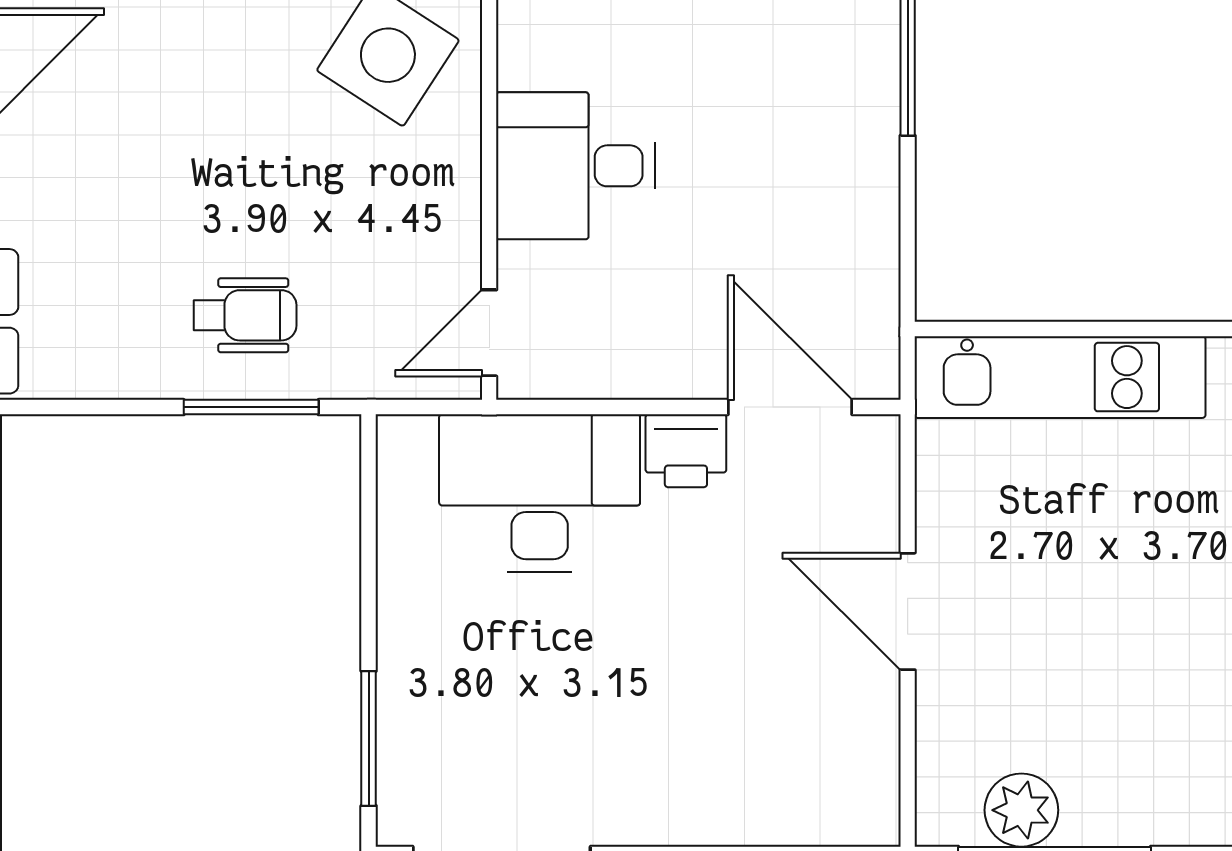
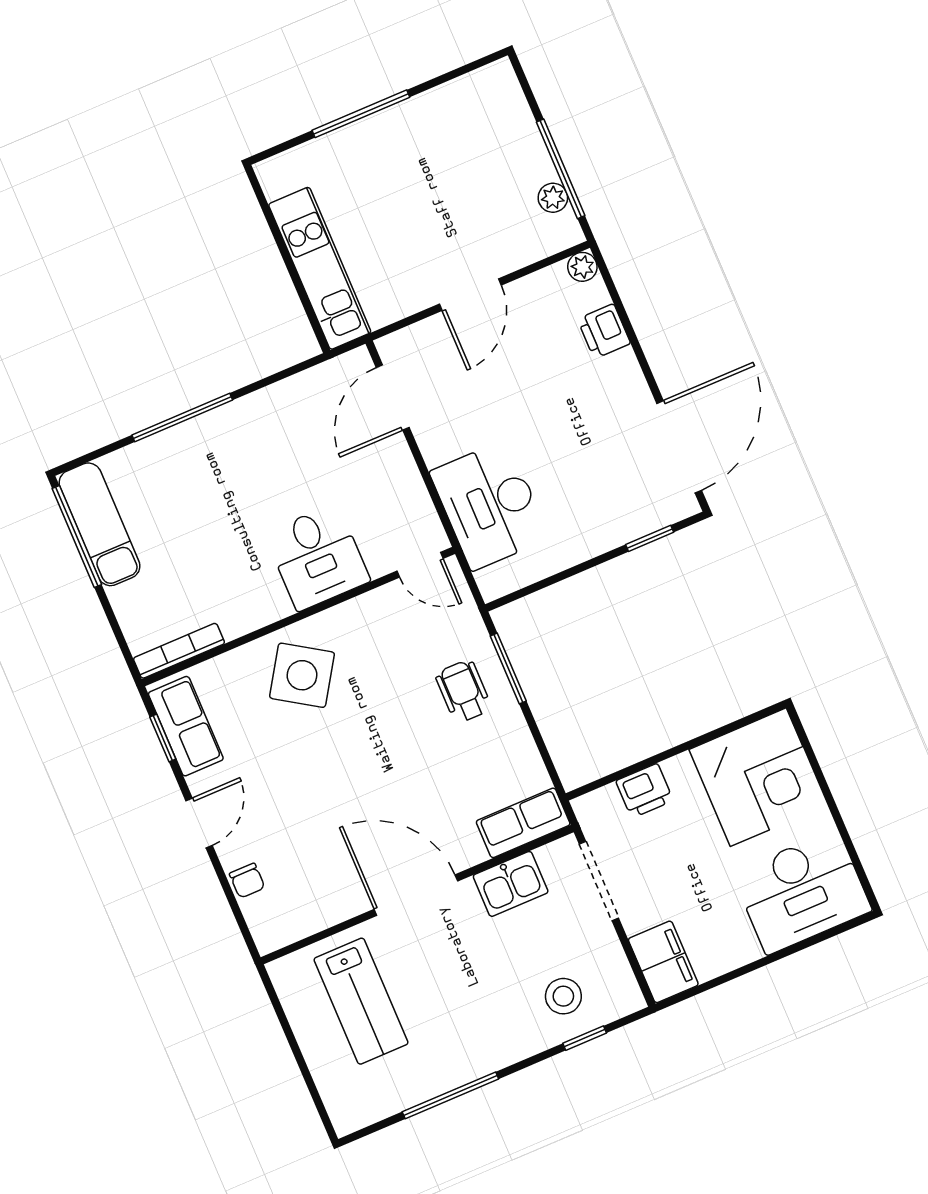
printer: (686, 451) -> (604, 331), moved, turned 180
window: (369, 738) -> (650, 538), width x0.67
plant: (1021, 810) -> (553, 198), width x0.73, depth x0.73
plant: (874, 820) -> (582, 267), added

